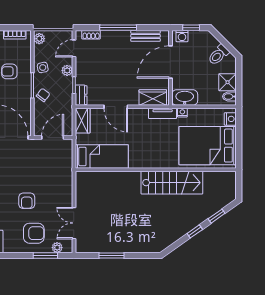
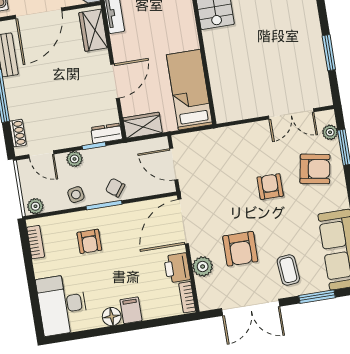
door: (170, 62) -> (39, 13), hinge flipped
armchair: (27, 201) -> (270, 187), turned -90
armchair: (34, 233) -> (315, 169), turned 100

